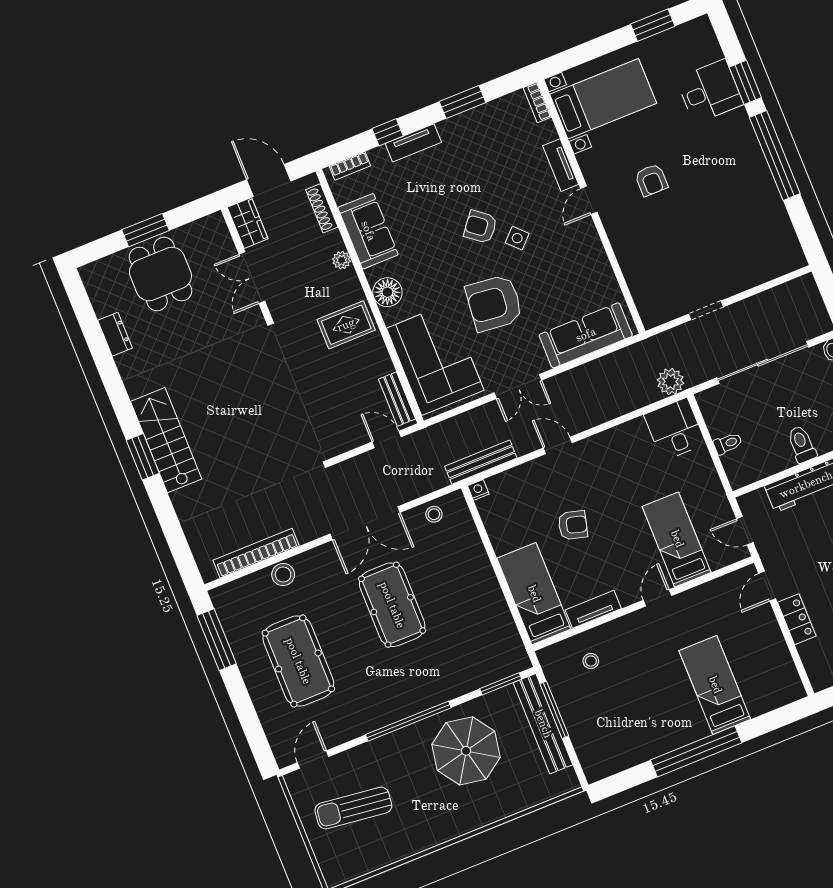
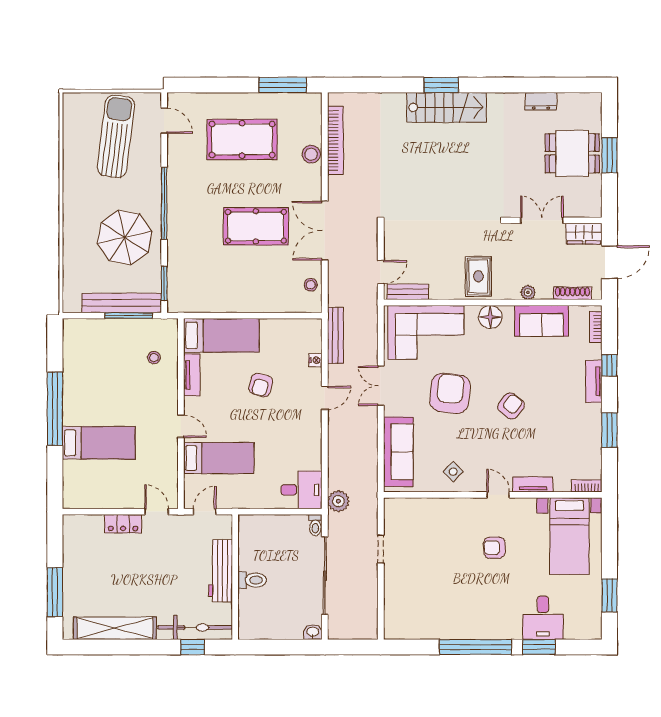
side table: (517, 238) -> (453, 472), moved
toilet: (728, 443) -> (315, 525), moved
nightstand: (478, 490) -> (315, 360), moved
sun lounger: (353, 808) -> (116, 136), width x1.36, depth x1.34

